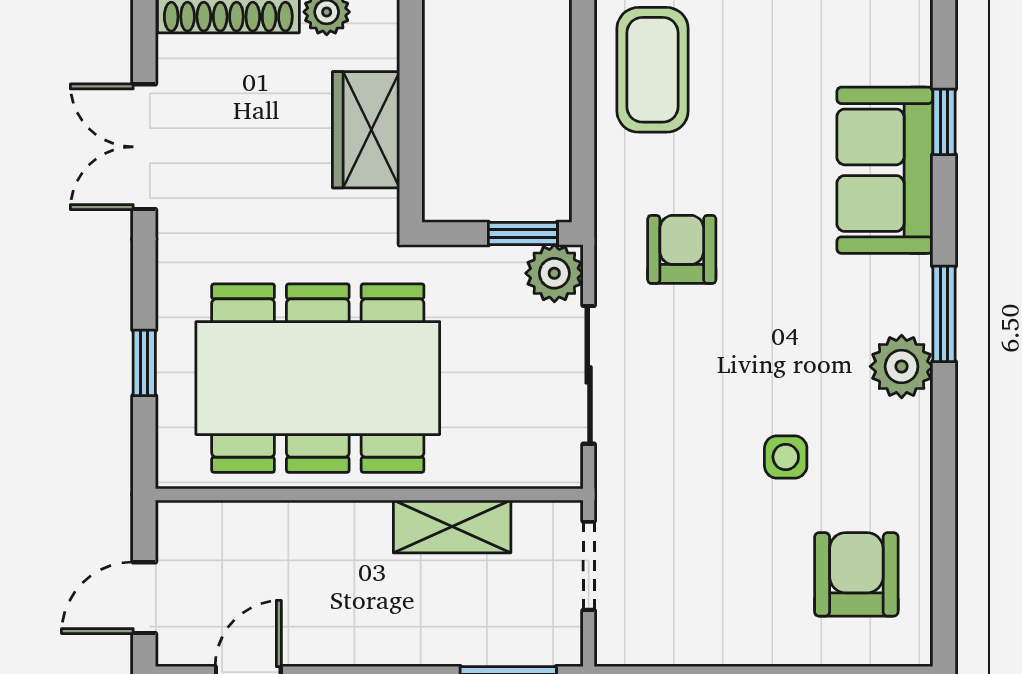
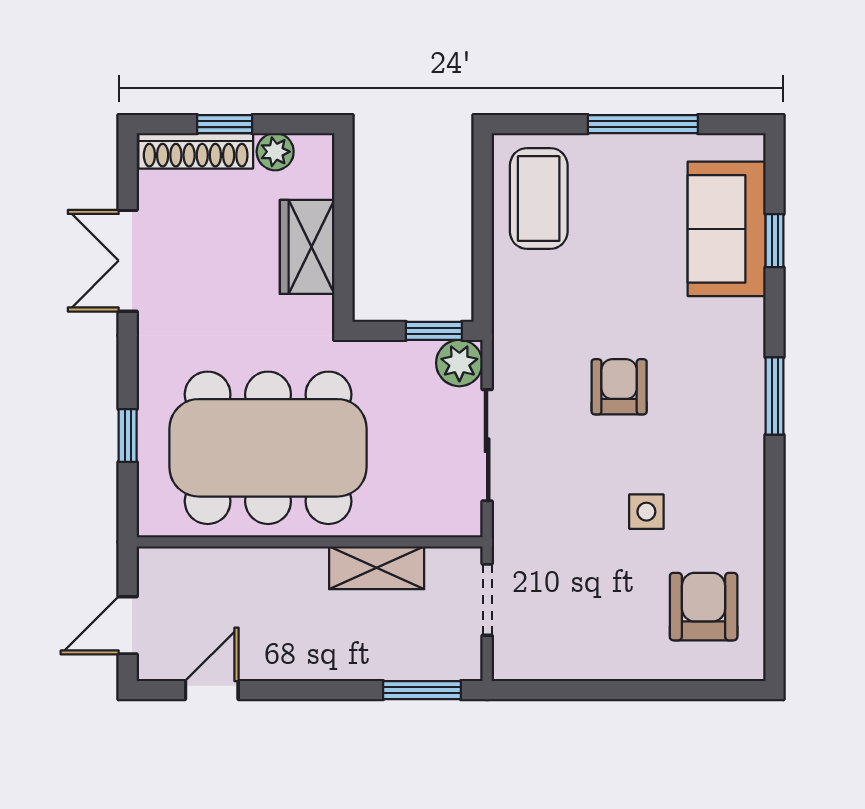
sofa: (885, 170) -> (727, 229), moved
armchair: (682, 249) -> (619, 387), moved
plant: (902, 366) -> (740, 438), removed

